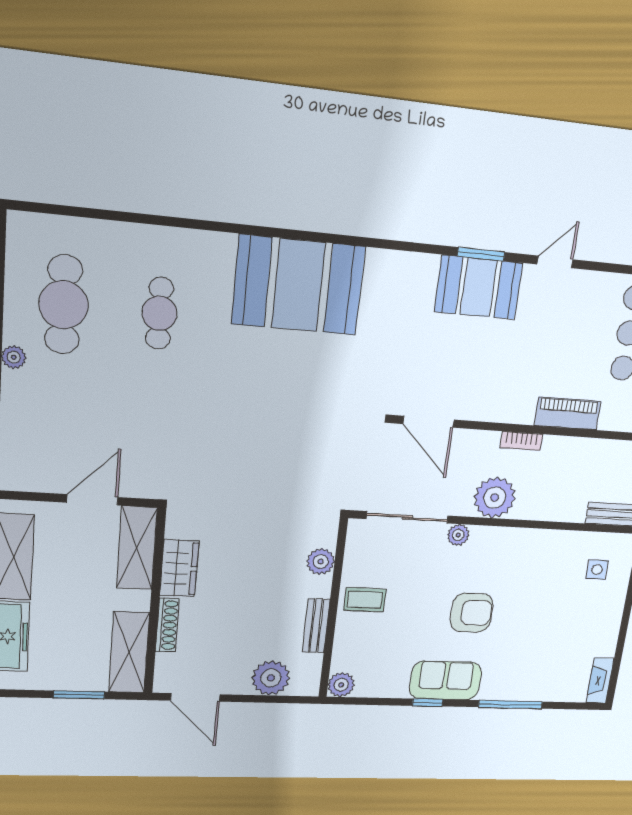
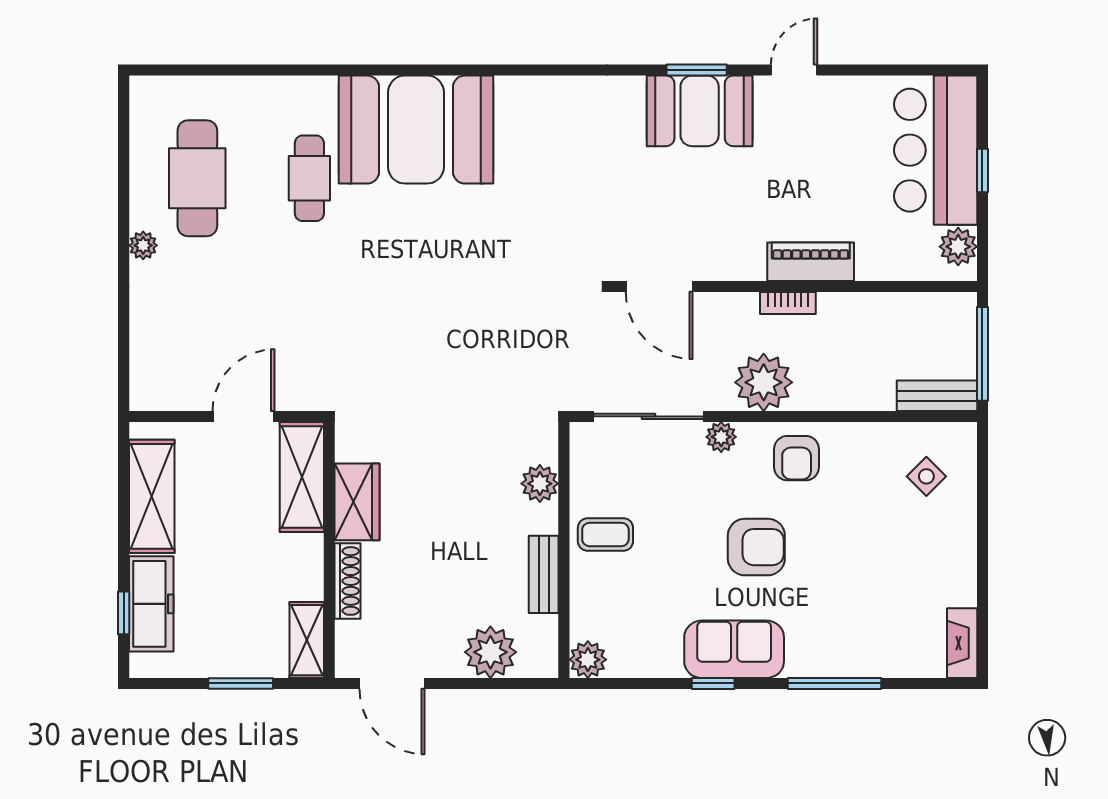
booth: (298, 285) -> (416, 130), moved
piano: (567, 413) -> (811, 262), moved
armchair: (509, 553) -> (797, 458), added
side table: (597, 570) -> (926, 476), turned 45
shelving: (129, 652) -> (307, 640), width x0.67, depth x0.75

